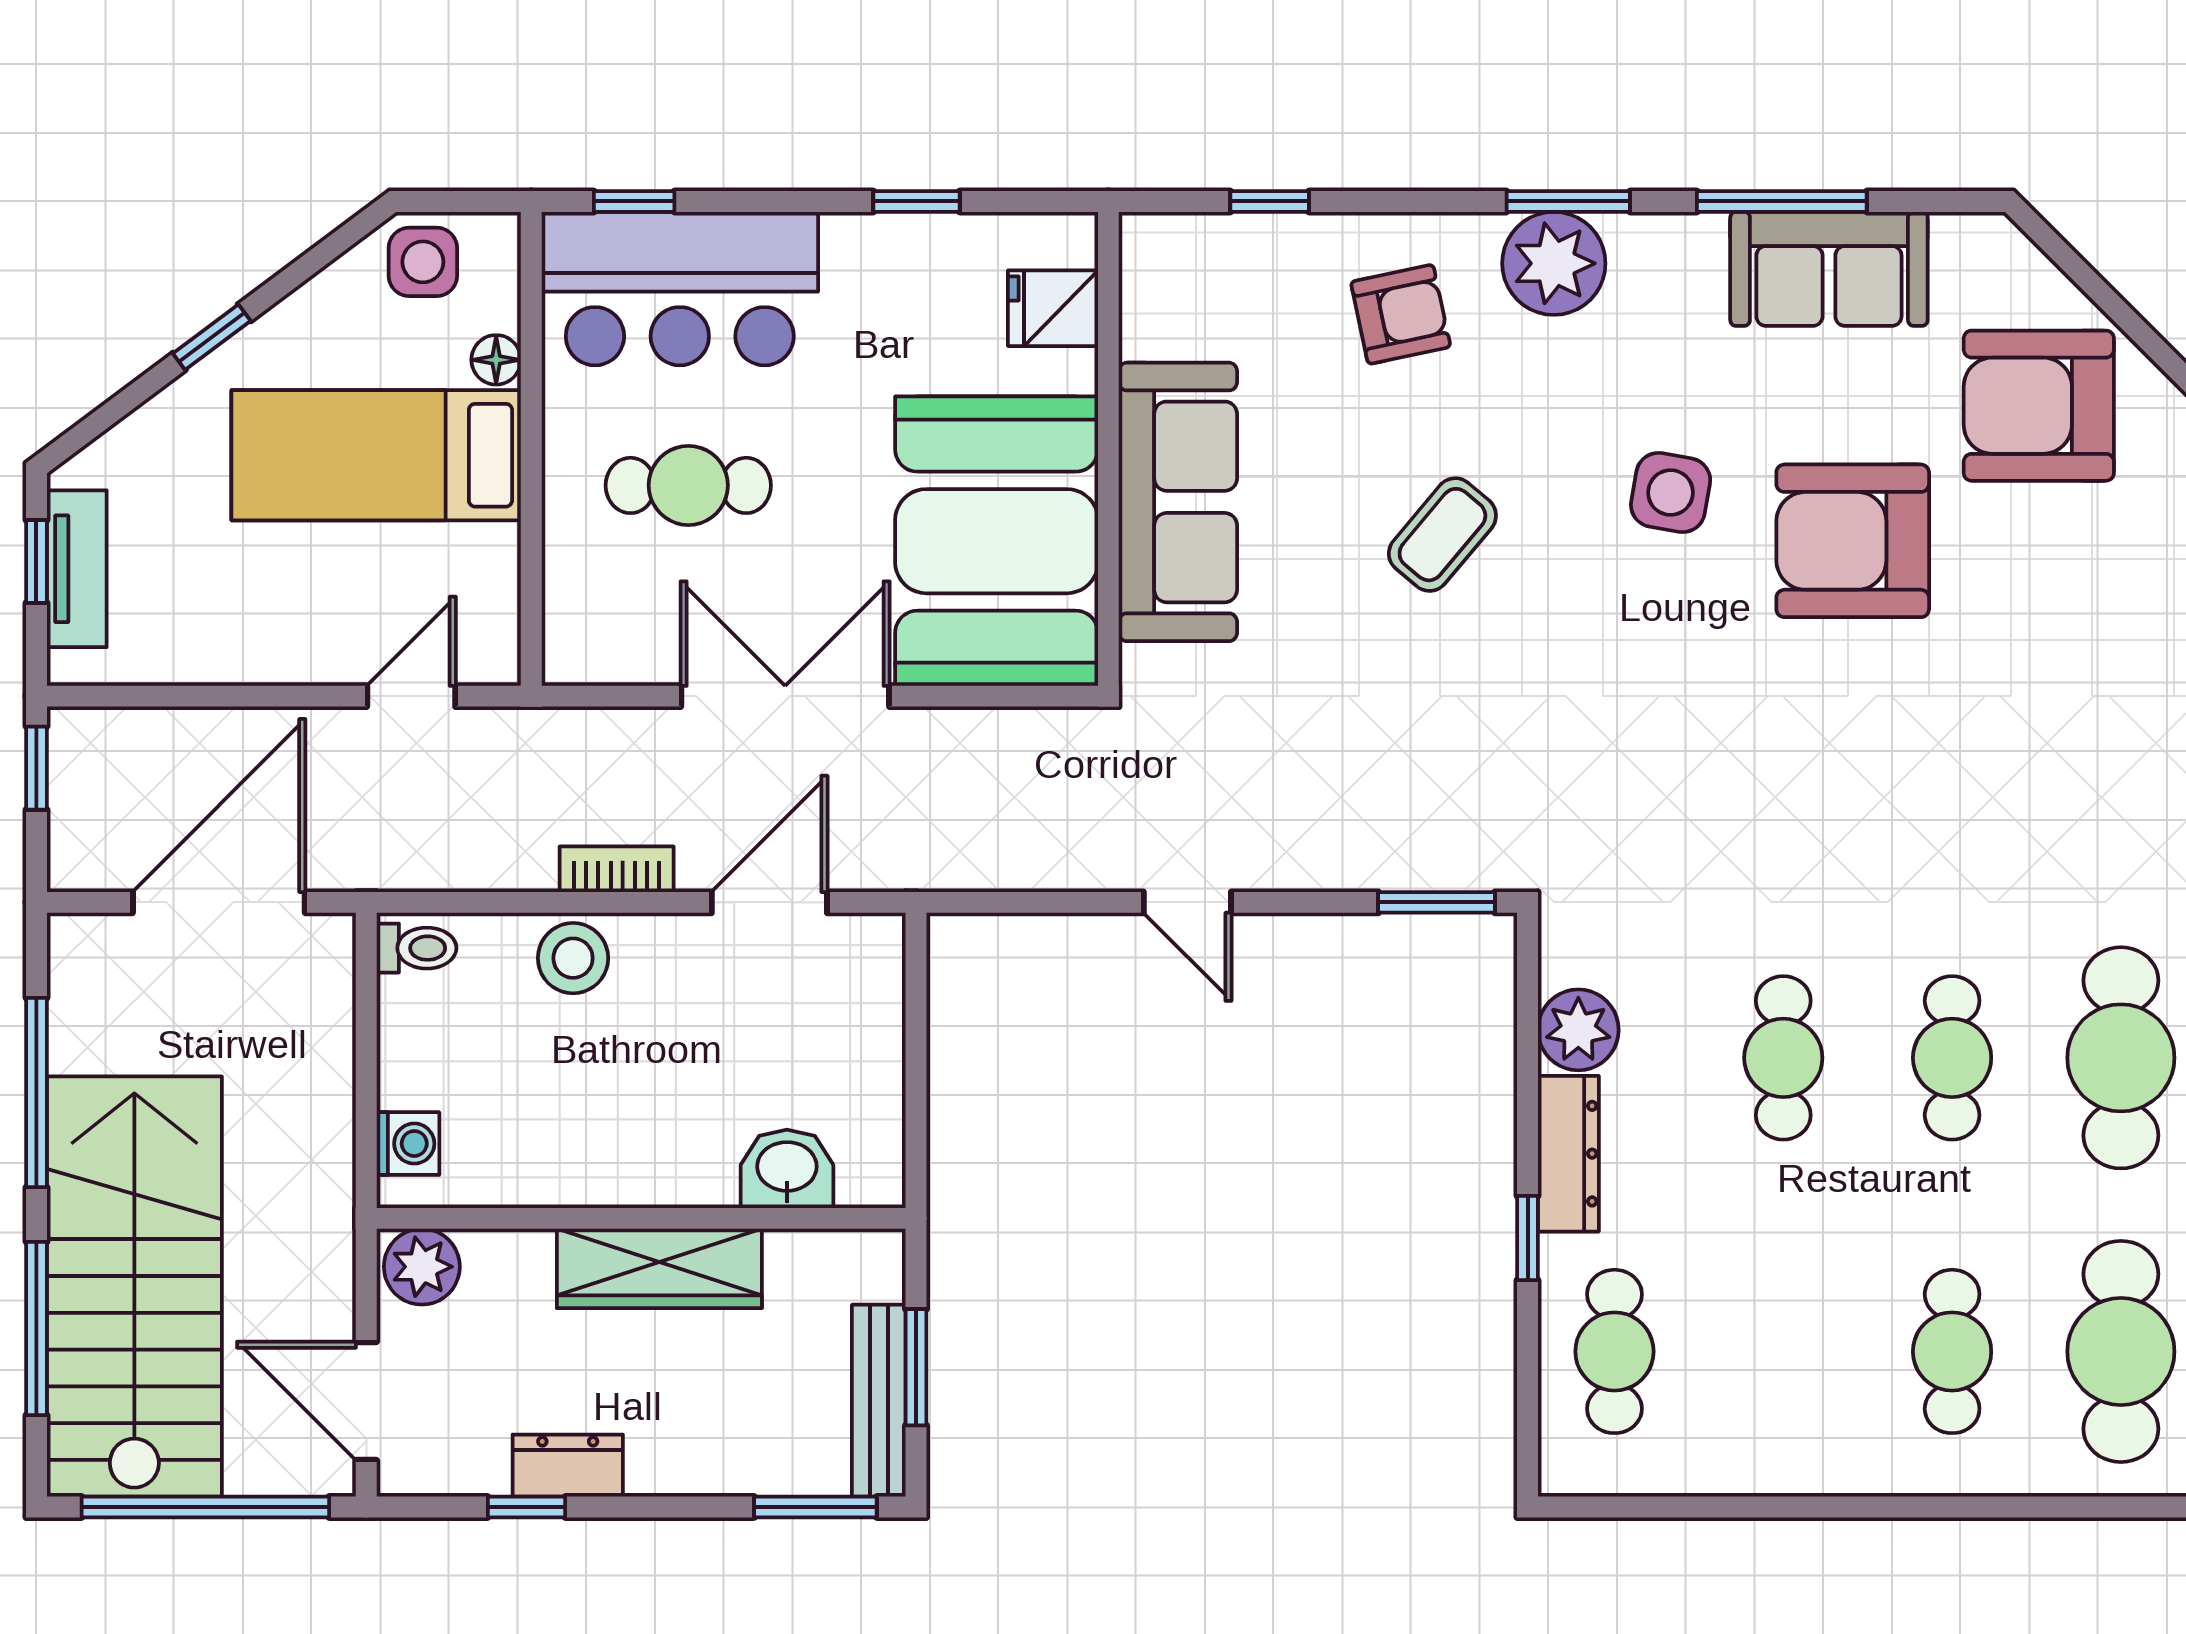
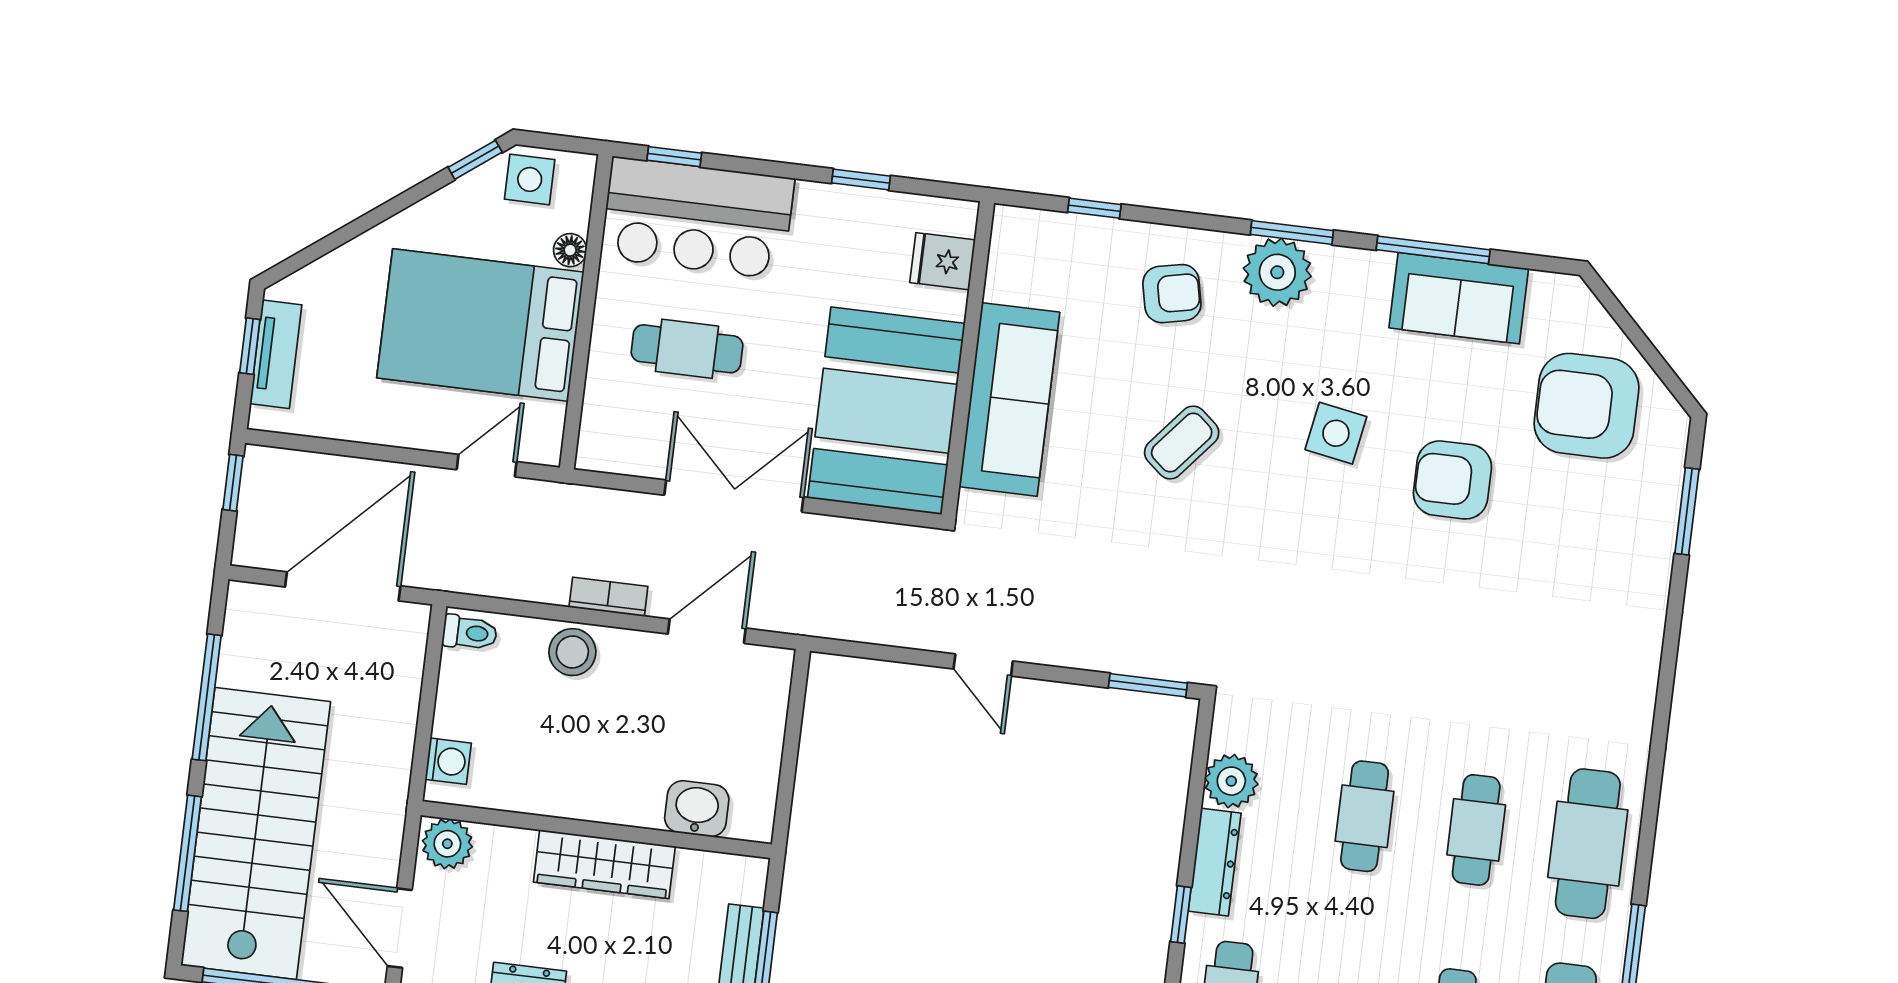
window: (212, 337) -> (475, 160), moved
bed: (376, 455) -> (480, 325), width x1.50
armchair: (1853, 541) -> (1452, 480), width x0.73, depth x0.73

